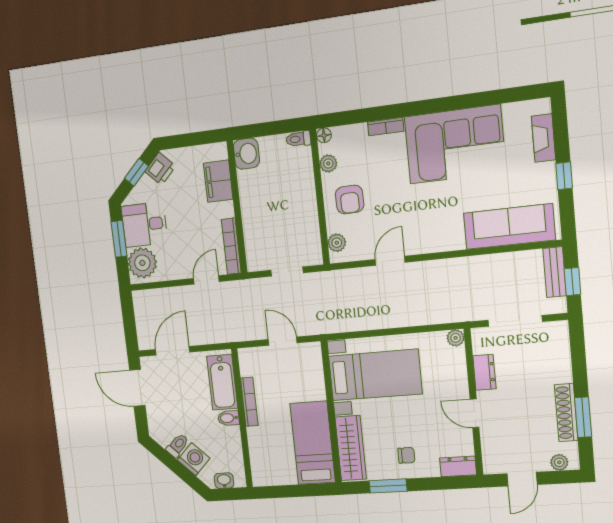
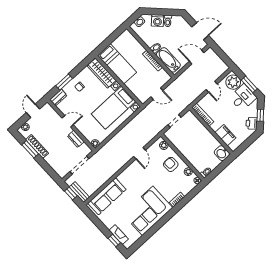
window: (564, 176) -> (114, 240), moved
door: (206, 280) -> (212, 87), moved
door: (173, 351) -> (197, 57), swing flipped
window: (388, 486) -> (64, 82), moved

